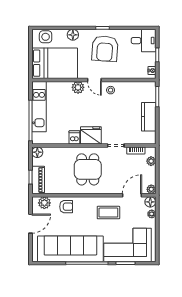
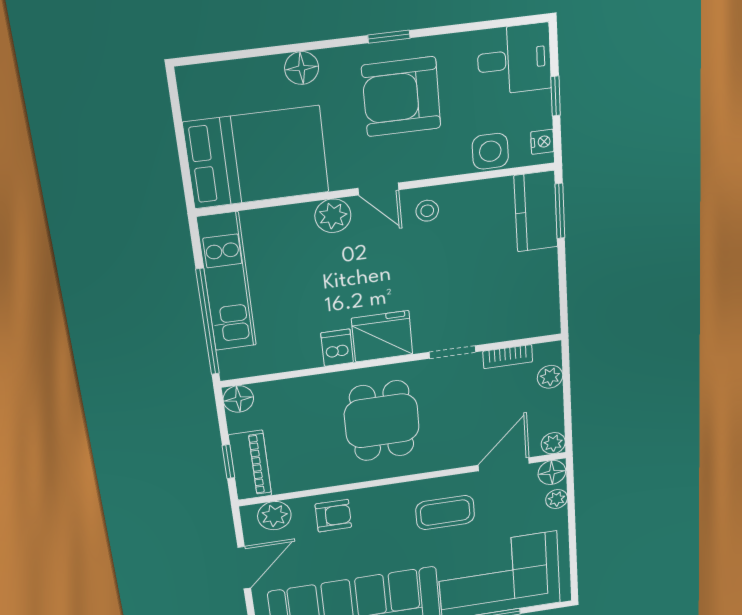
side table: (46, 37) -> (490, 151), moved
armchair: (105, 49) -> (401, 97), turned 86
kitchen counter: (149, 117) -> (536, 211), moved

